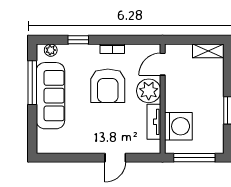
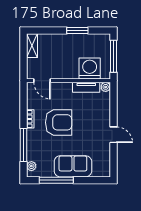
window: (78, 40) -> (23, 145), width x2.17
plant: (149, 91) -> (106, 87), moved, width x0.53, depth x0.53
sofa: (50, 96) -> (73, 166), width x0.73
door: (115, 158) -> (114, 135), moved

